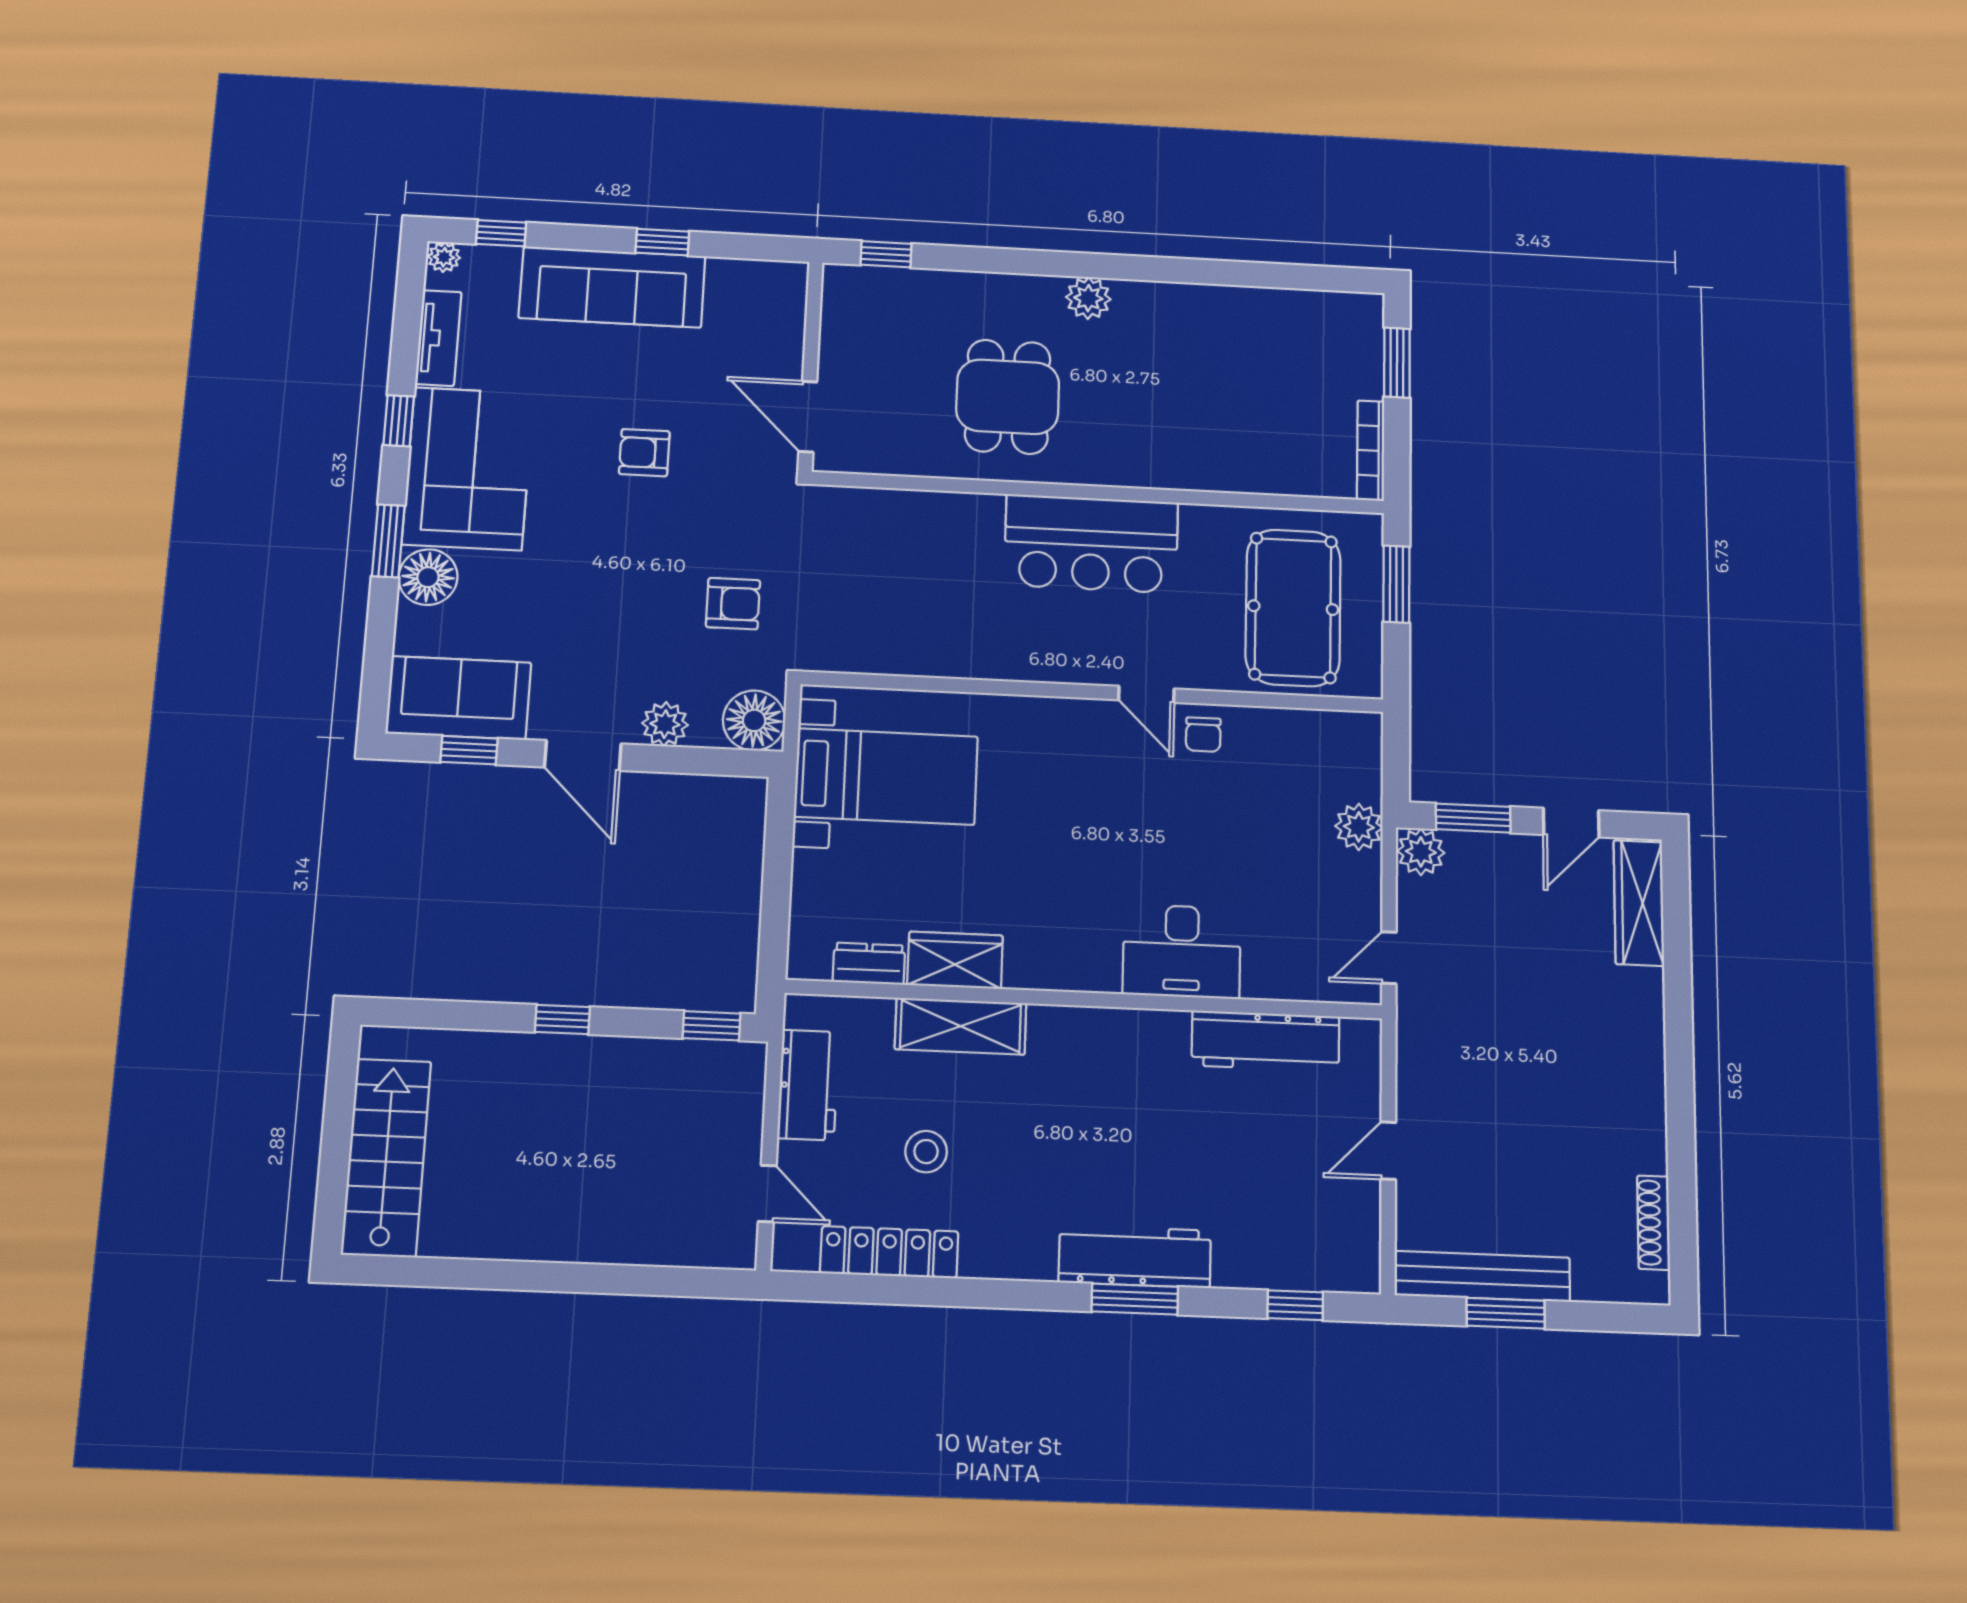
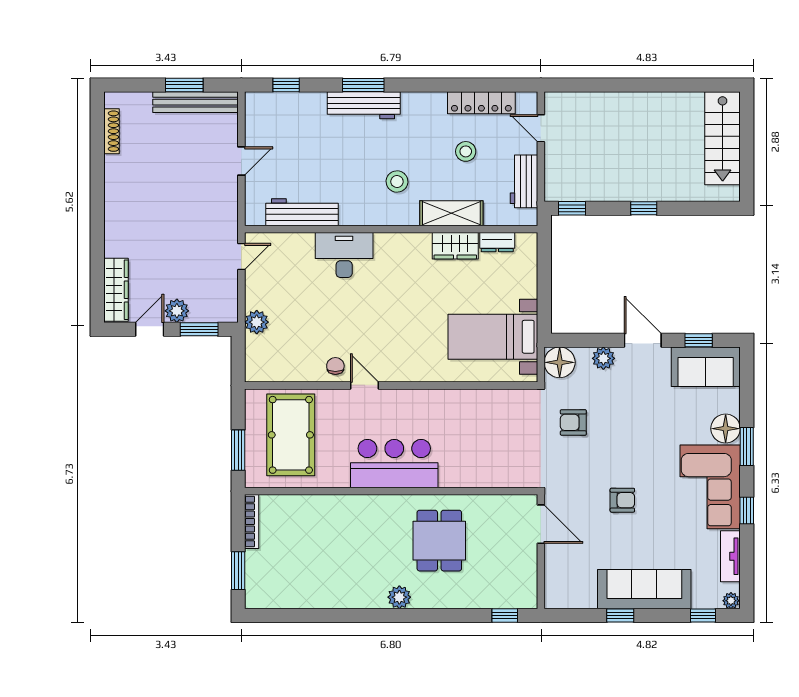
plant: (1421, 852) -> (177, 311), moved
stool: (1070, 1095) -> (397, 182), added

